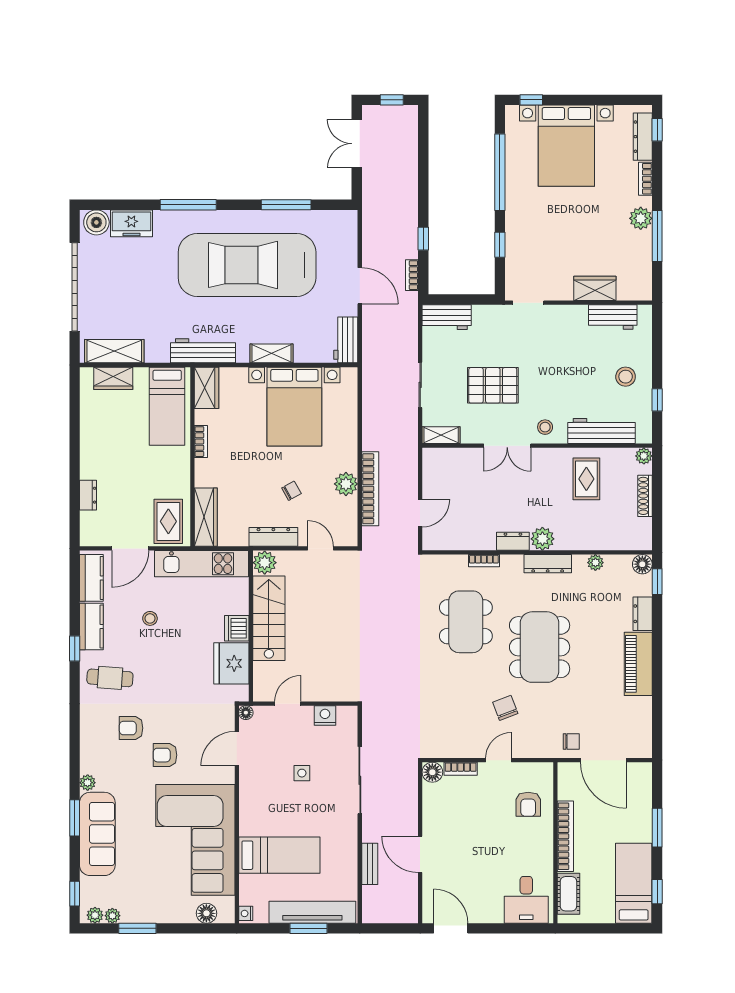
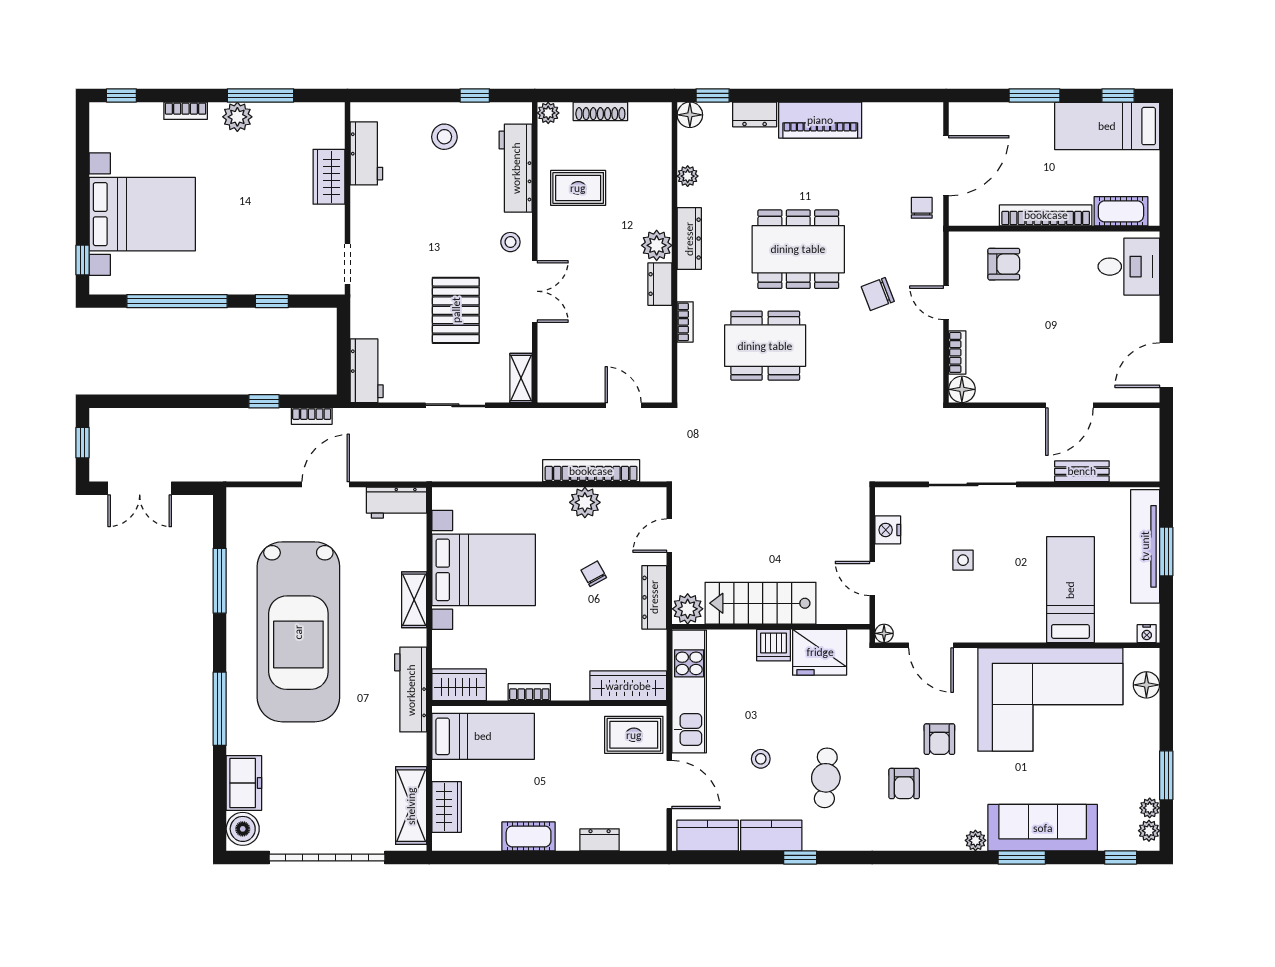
dresser: (643, 137) -> (131, 114), removed
cot: (91, 441) -> (529, 836), added
cafe table: (110, 678) -> (826, 778), moved

